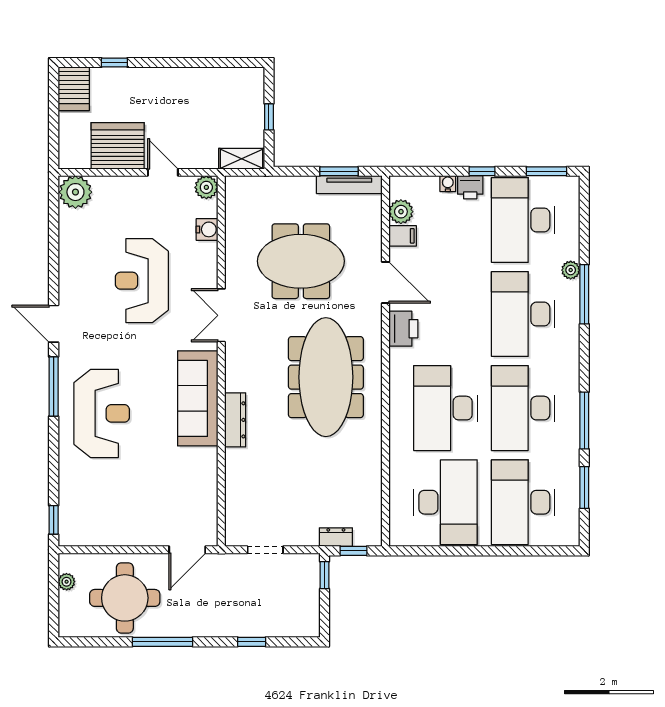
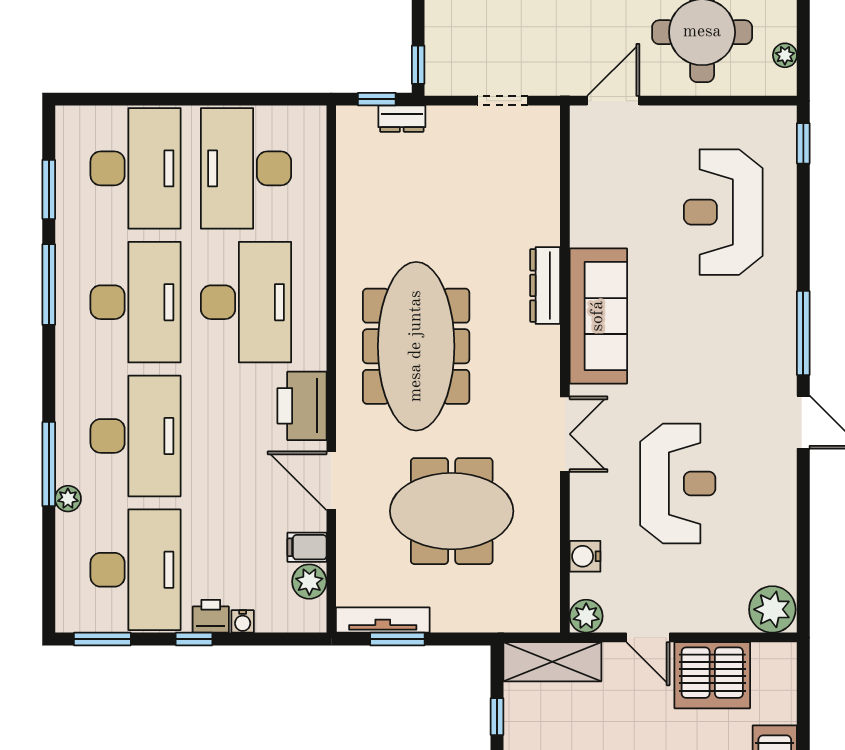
shelving: (242, 159) -> (552, 662), width x1.50, depth x1.33
printer: (403, 329) -> (302, 406), width x1.37, depth x1.19
reception desk: (102, 413) -> (723, 212), moved

